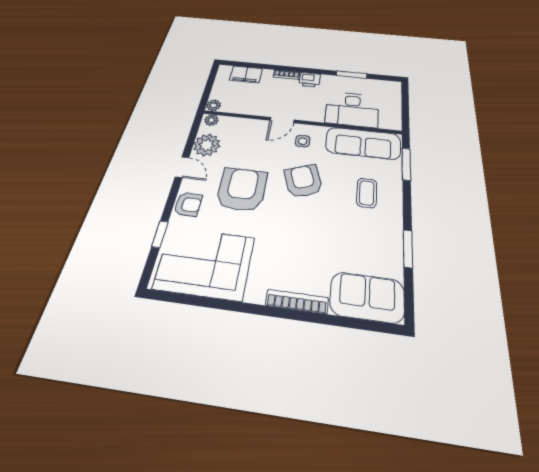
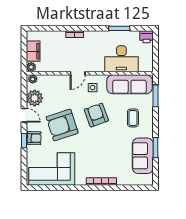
filing cabinet: (246, 74) -> (33, 51), moved, turned -90
printer: (310, 80) -> (146, 37), moved
armchair: (242, 189) -> (62, 125), turned -108
window: (160, 234) -> (24, 141), moved
sofa: (367, 297) -> (143, 156), moved, turned -90

